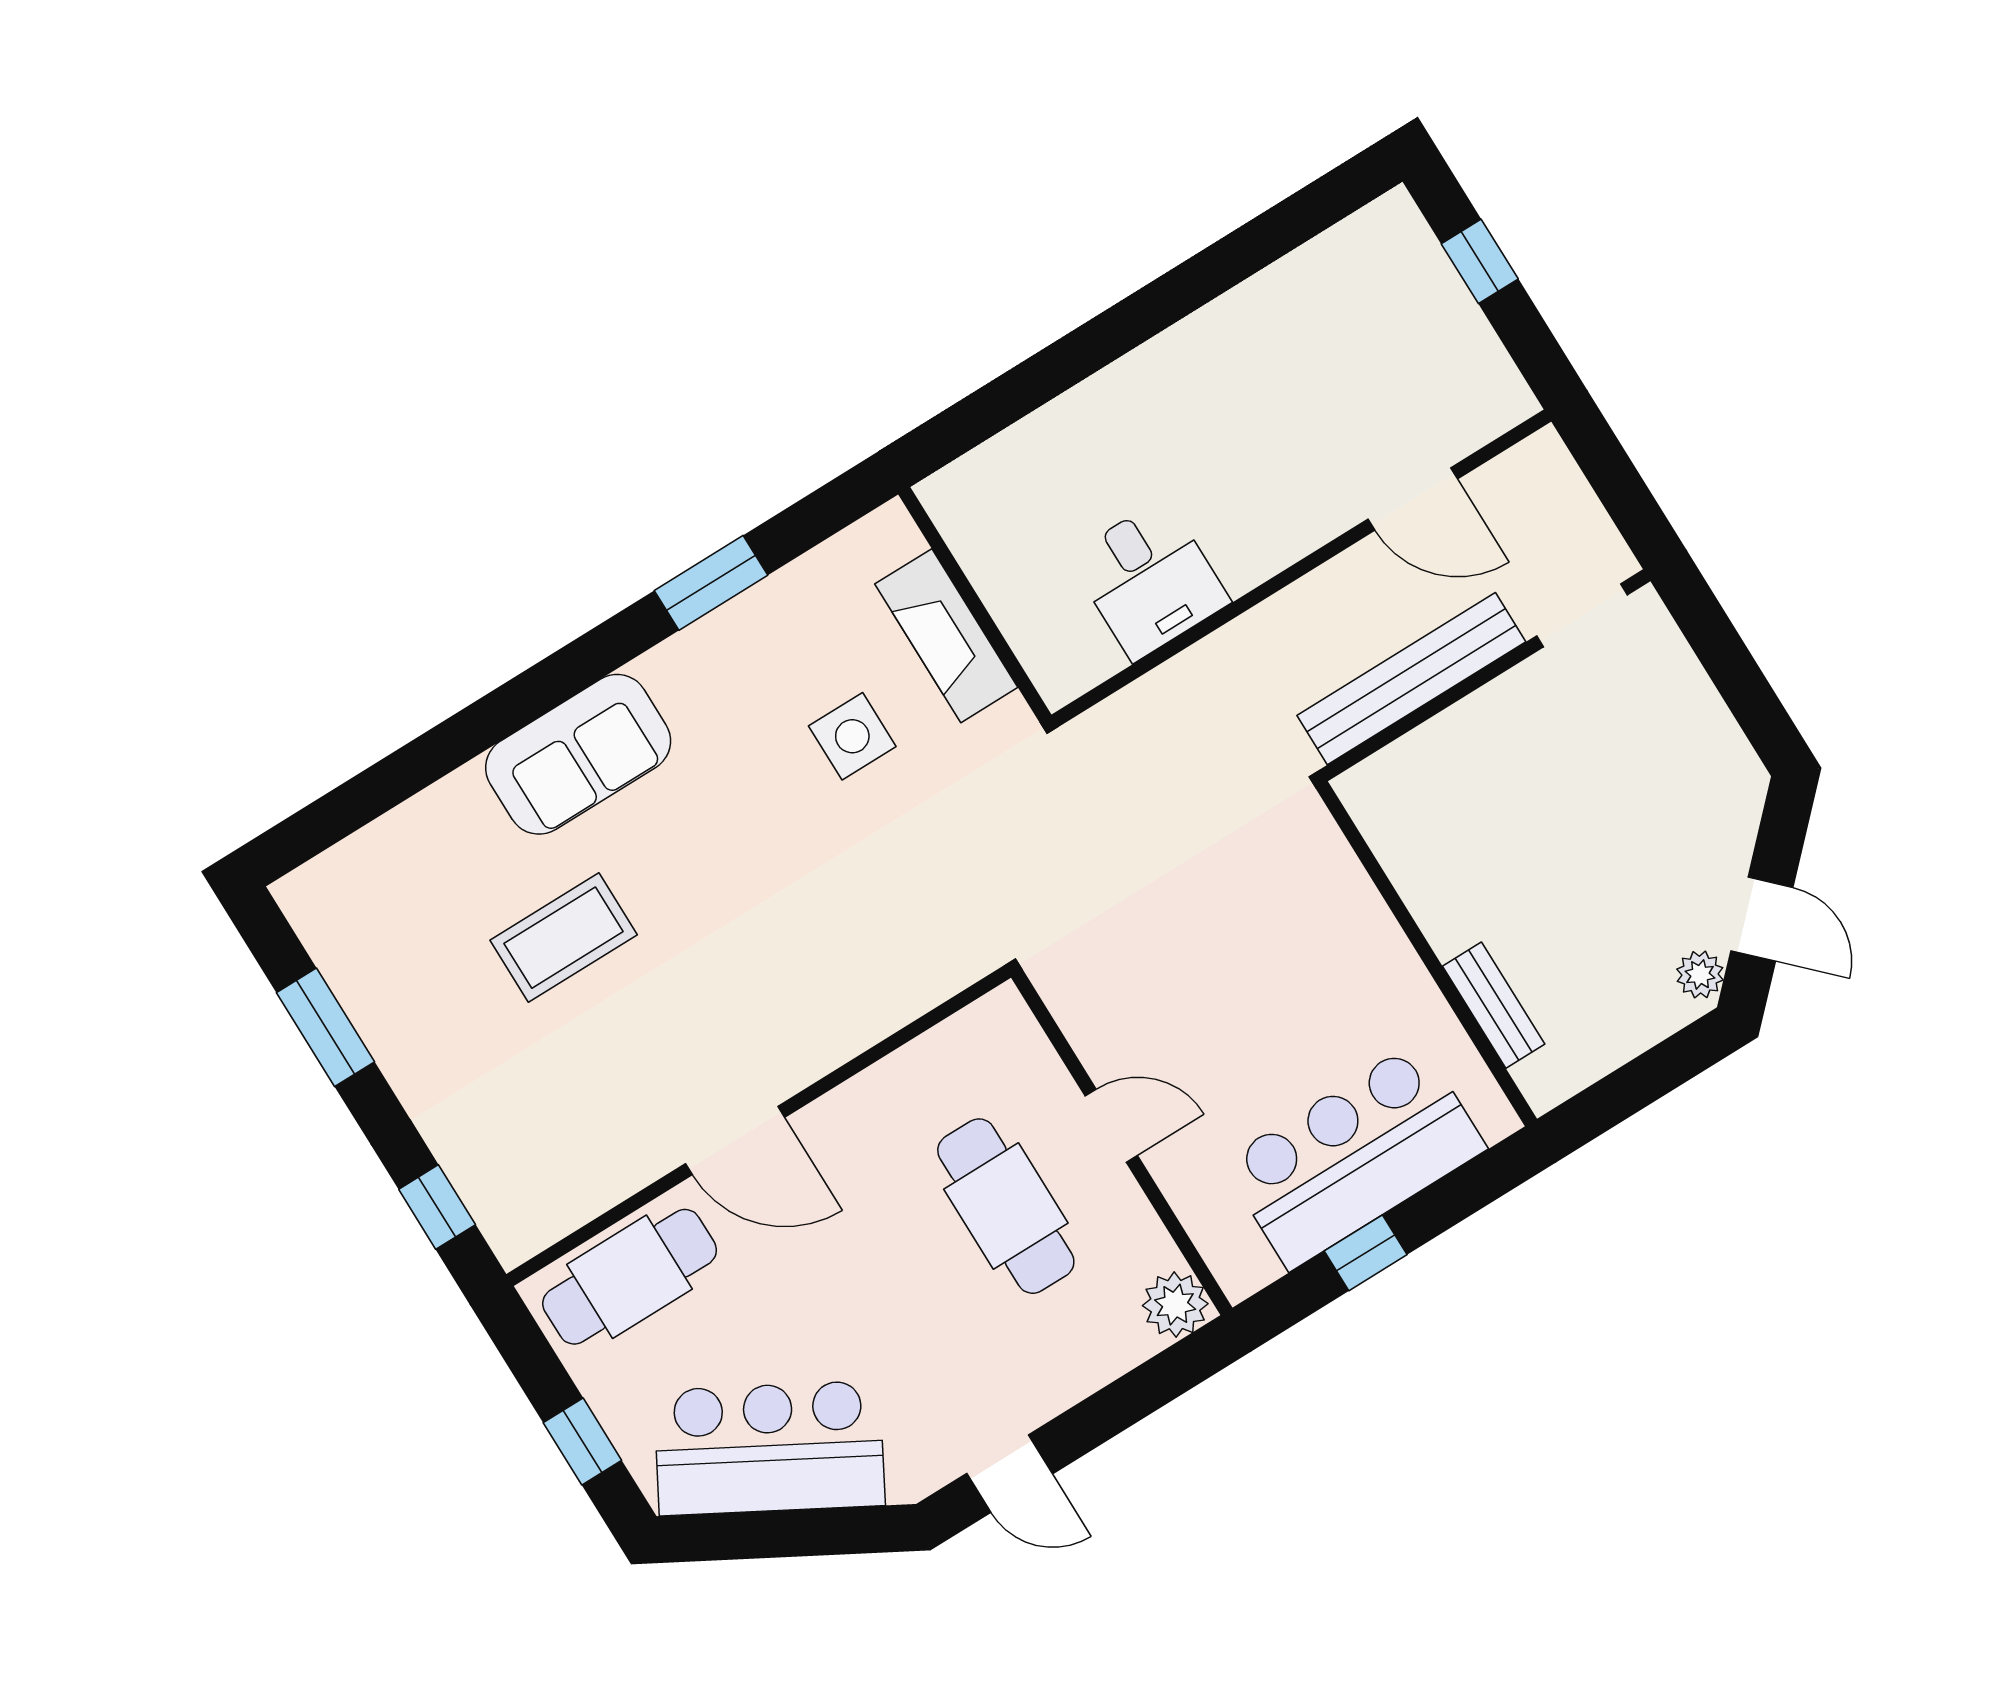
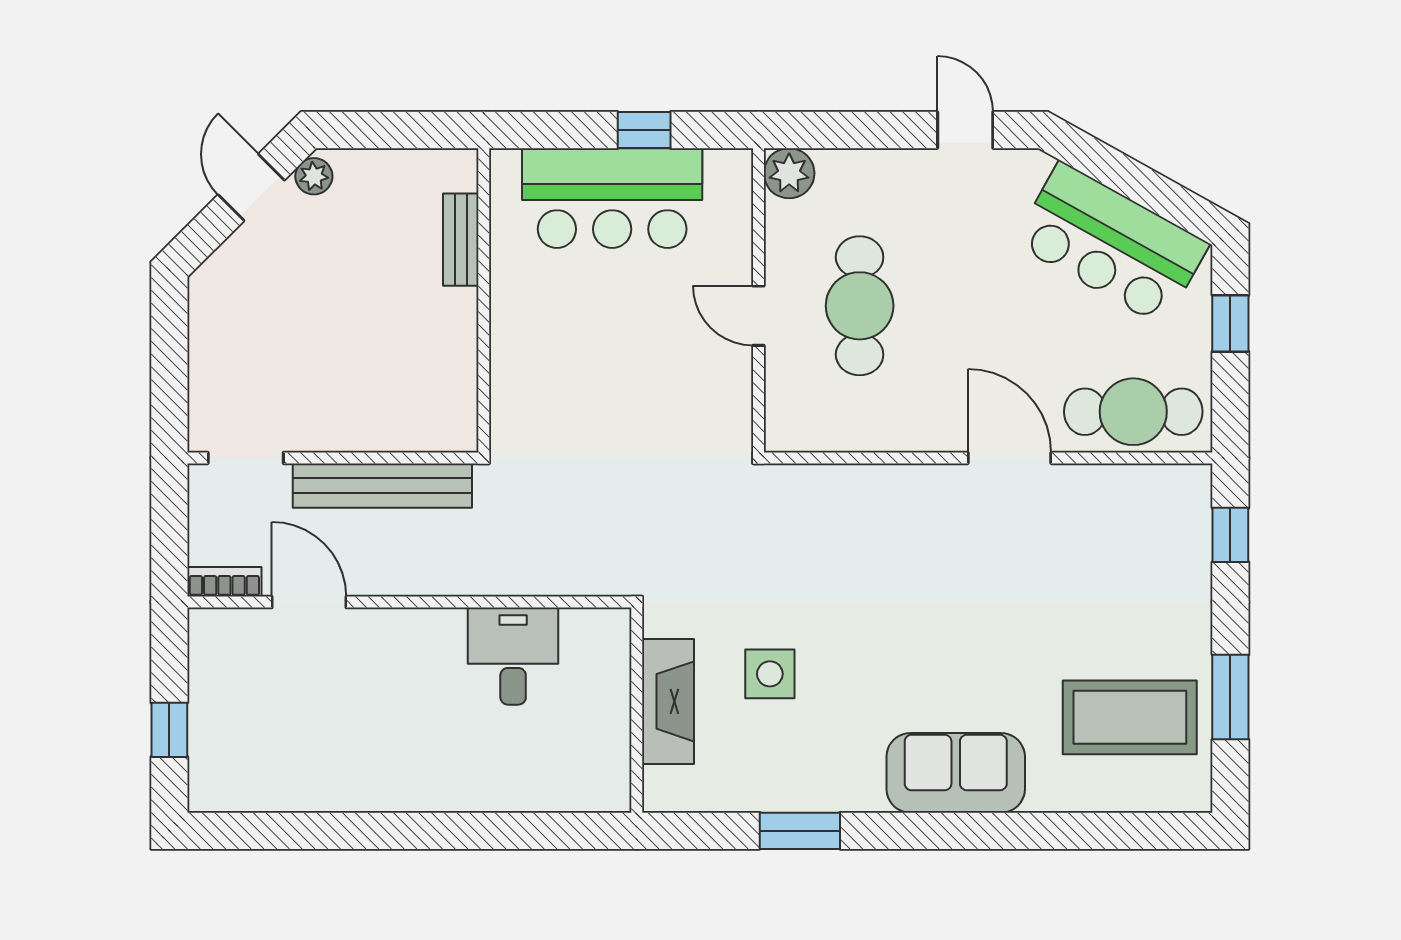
bookcase: (1520, 463) -> (224, 582), added
coffee table: (564, 938) -> (1130, 717), moved, width x1.36, depth x1.32

